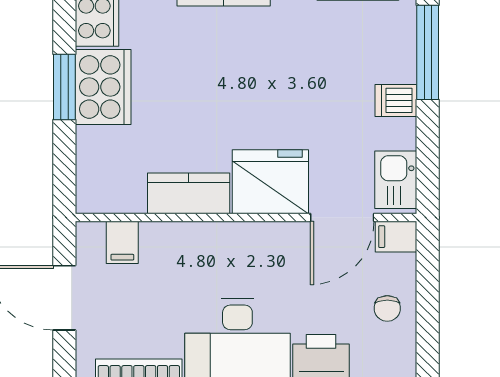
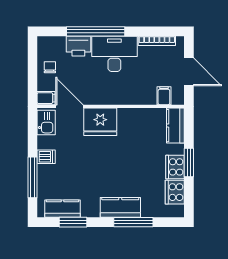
cooker: (103, 87) -> (175, 167), width x0.73, depth x0.76
kitchen counter: (189, 193) -> (175, 126), moved, turned 90
door: (342, 217) -> (69, 106), hinge flipped

